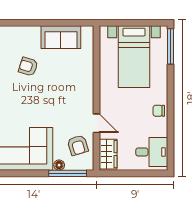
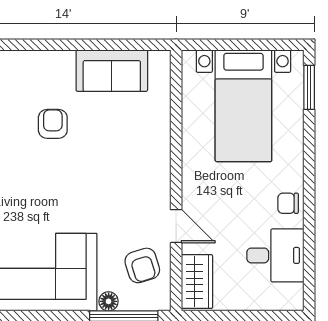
window: (170, 46) -> (309, 87), width x0.69
armchair: (28, 67) -> (53, 124), turned 73
desk: (152, 152) -> (275, 255), moved

